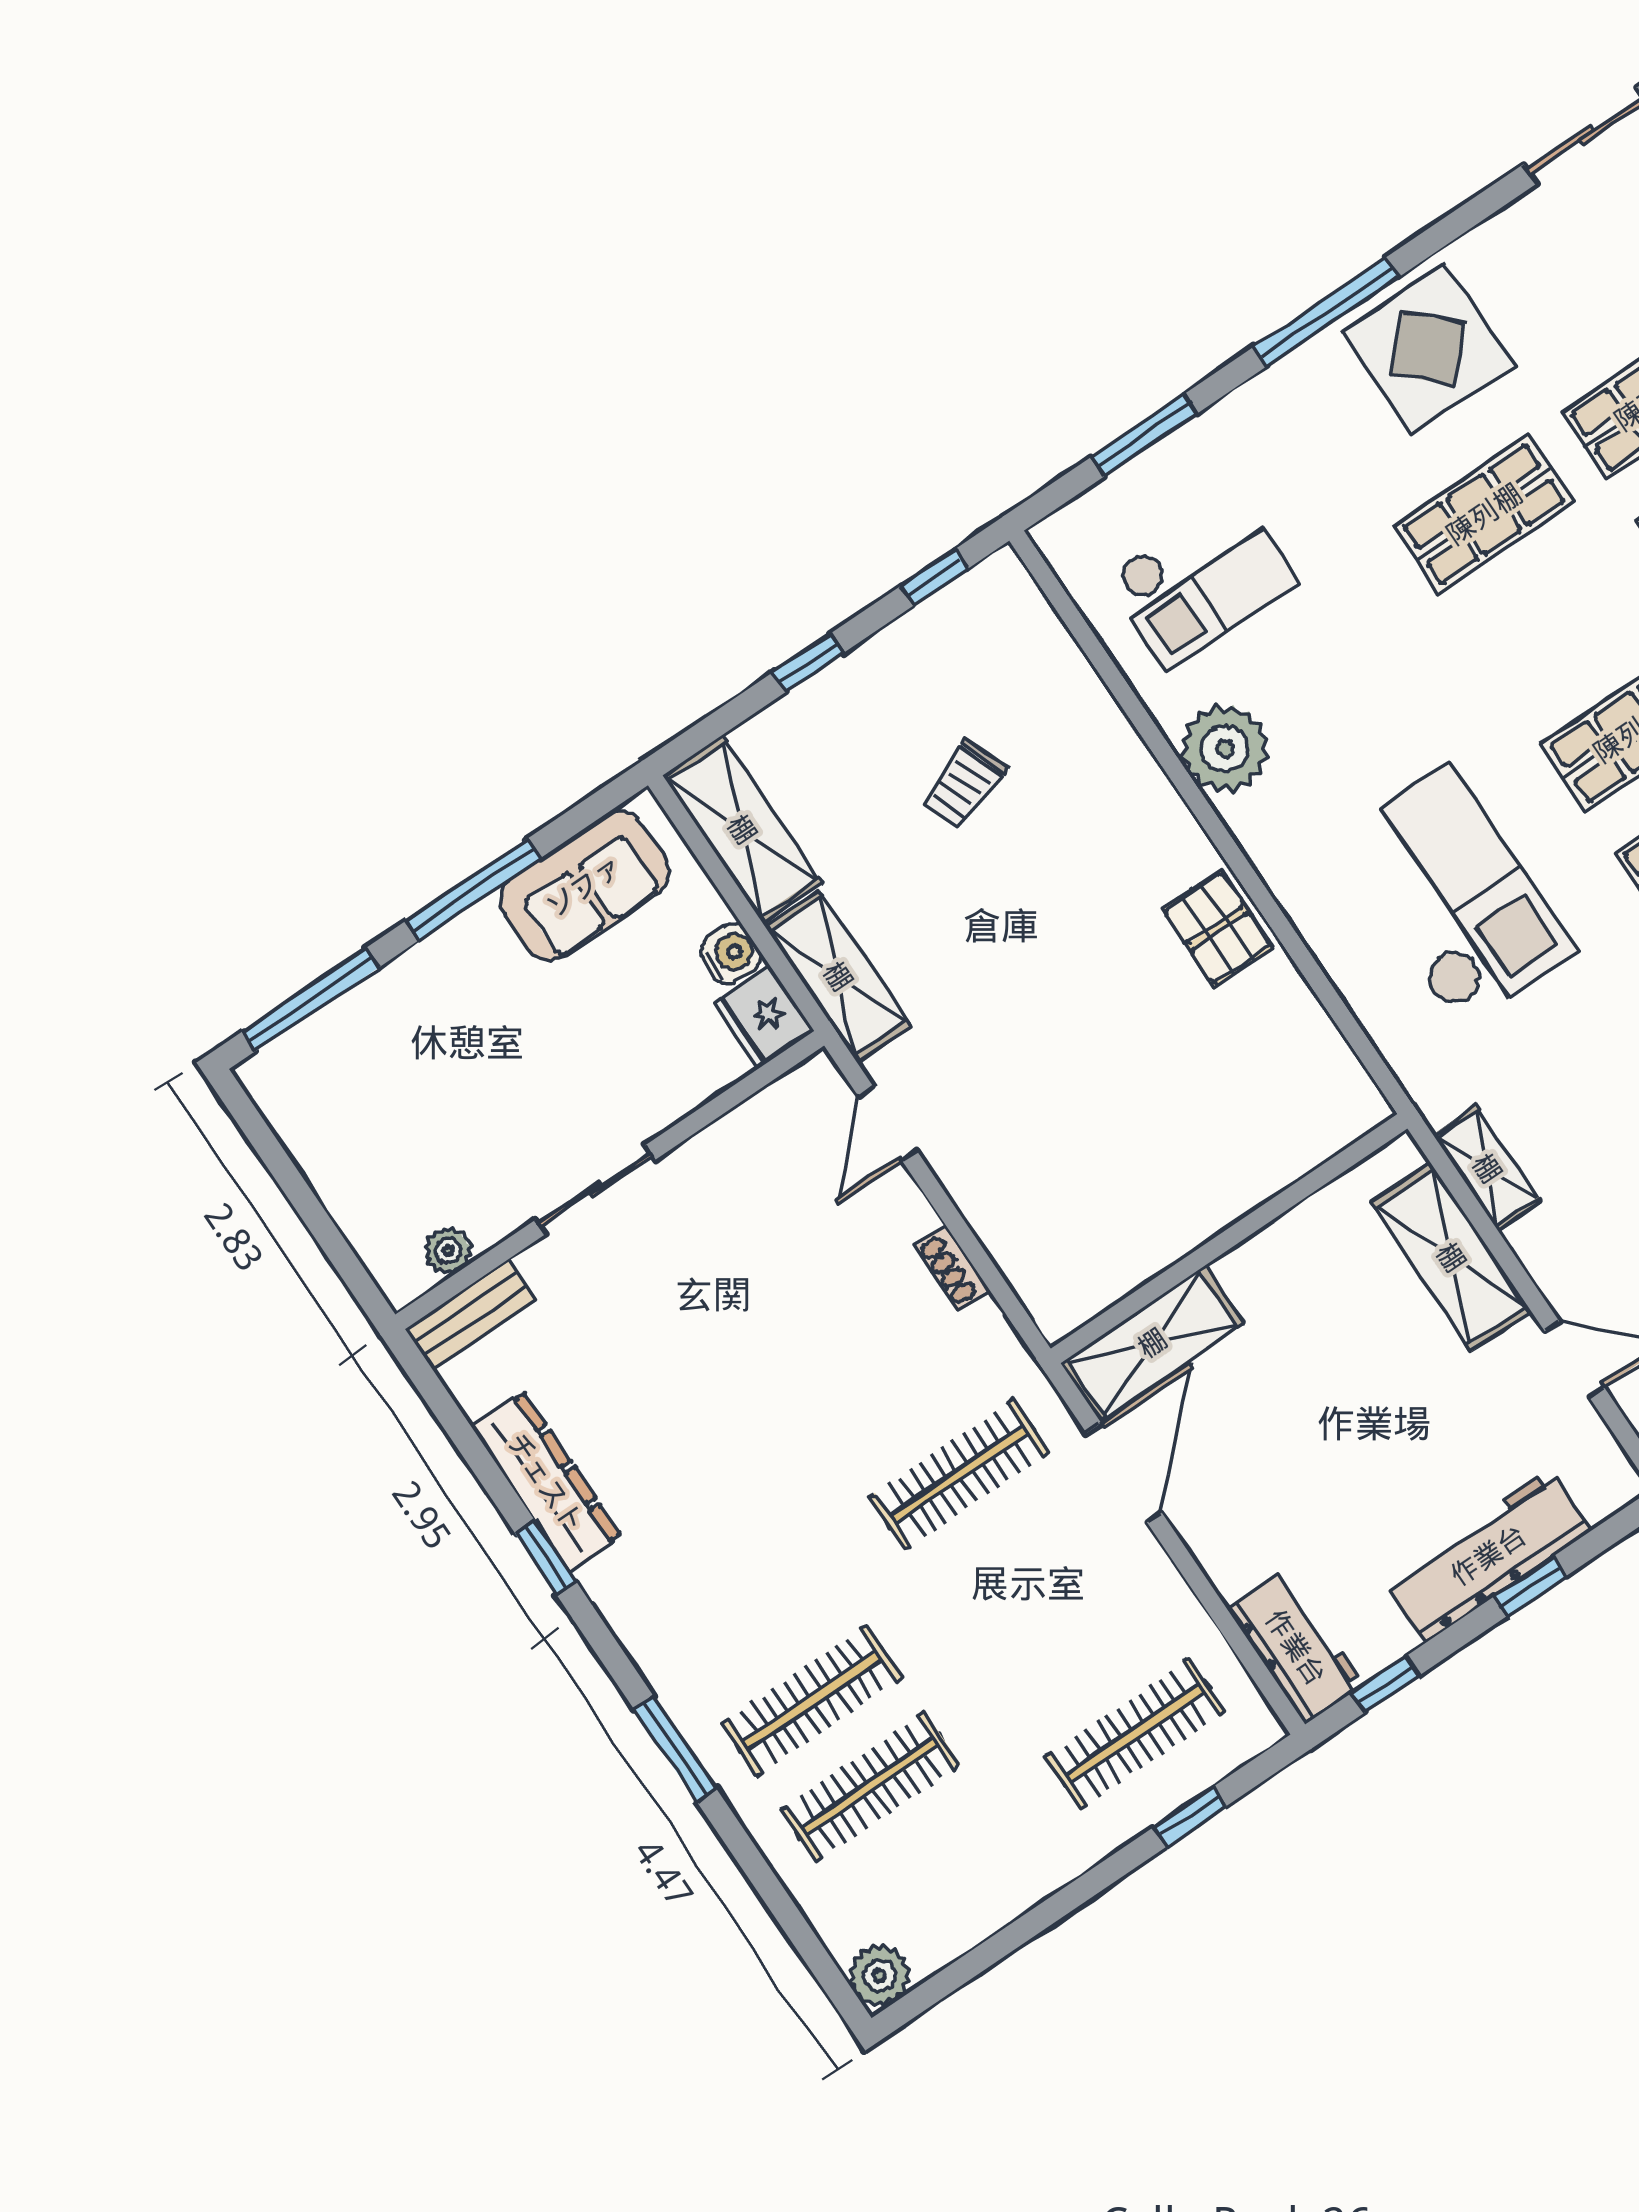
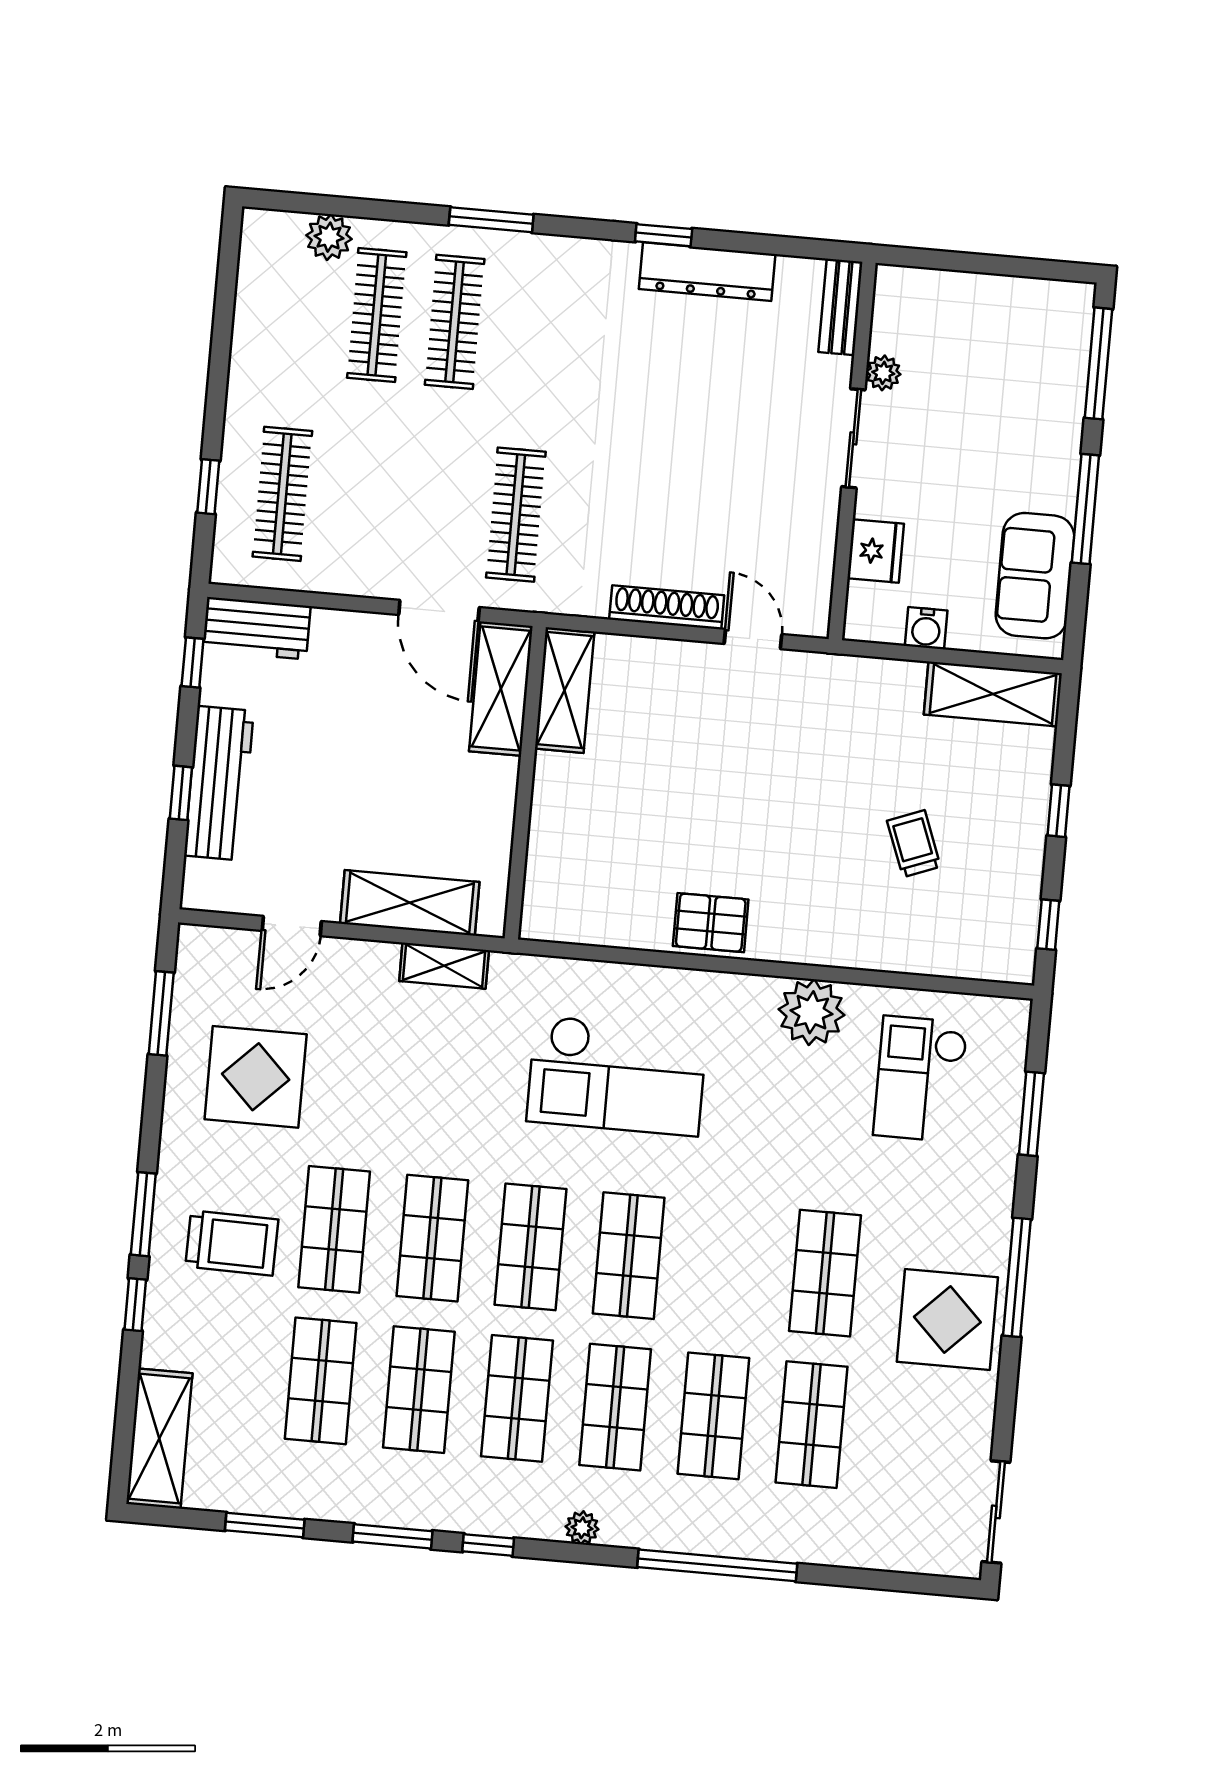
shelving: (838, 976) -> (565, 690), moved, turned 90
fridge: (764, 1017) -> (876, 551), moved, turned 90
plant: (448, 1251) -> (883, 373), moved
shoe rack: (952, 1268) -> (667, 607), width x1.94, depth x1.24
plant: (880, 1976) -> (329, 237), moved

